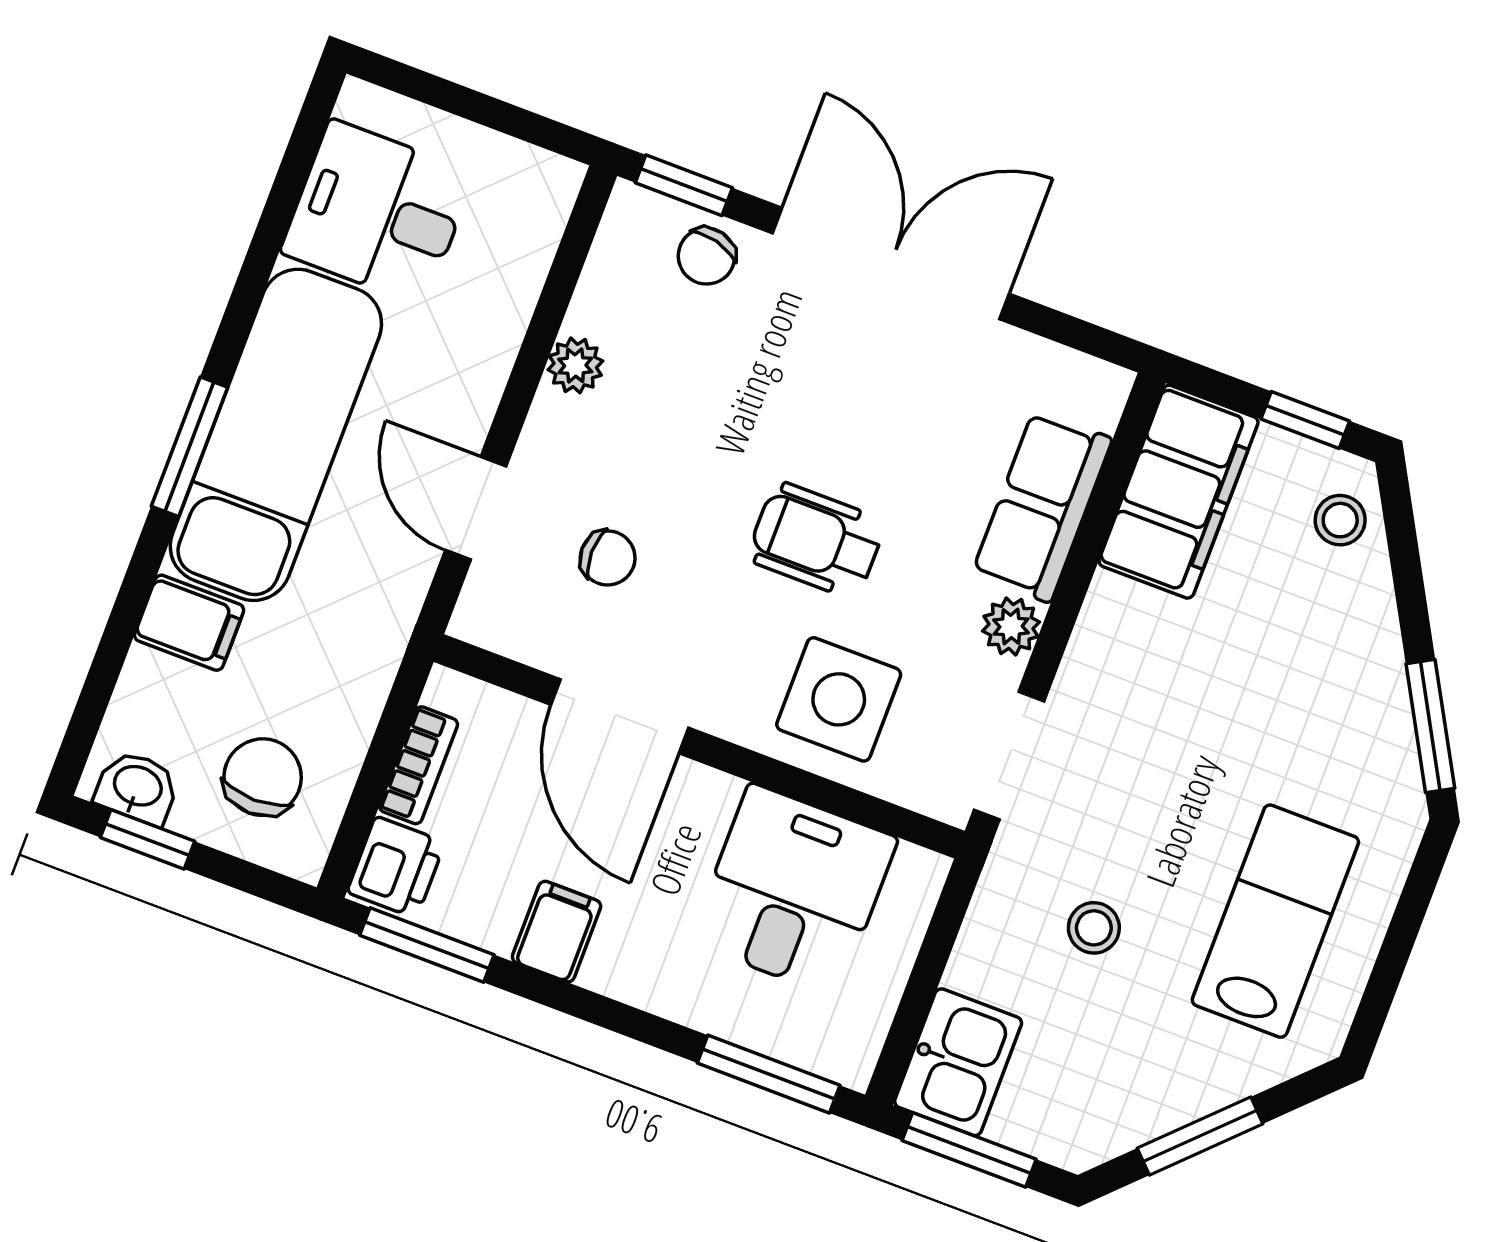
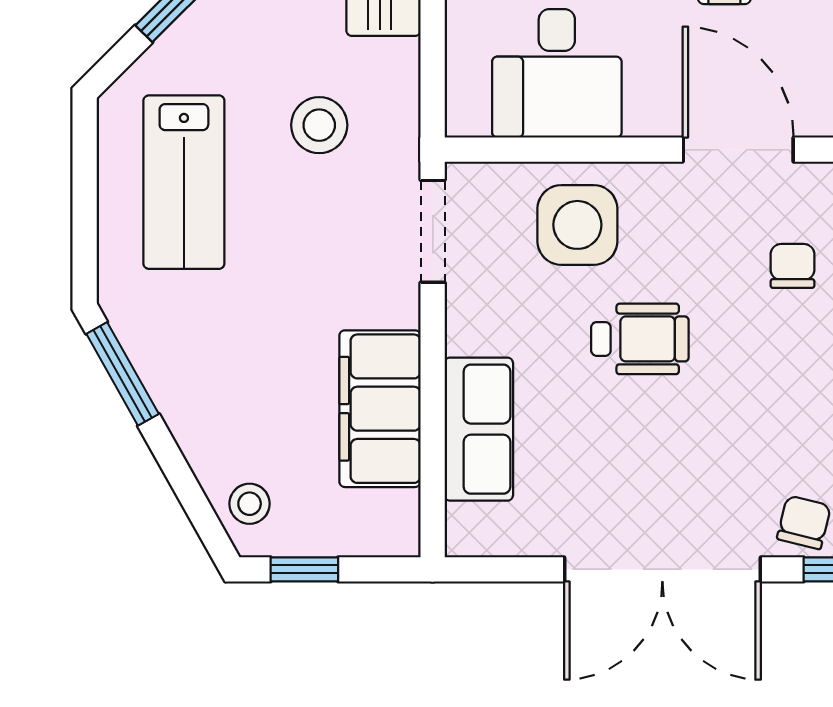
filing cabinet: (1178, 492) -> (380, 409), moved
chair: (608, 558) -> (792, 266), turned 90
plant: (1011, 626) -> (468, 329), removed
stool: (1094, 928) -> (319, 125), width x1.37, depth x1.37

